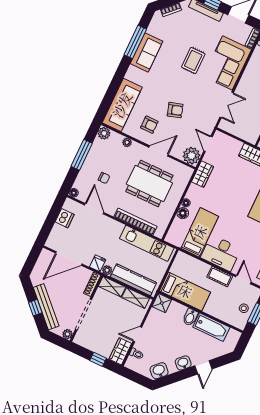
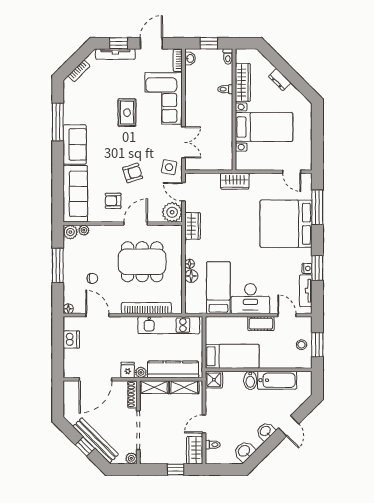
sofa: (147, 52) -> (75, 144), moved
side table: (206, 119) -> (169, 167), added
armchair: (149, 125) -> (113, 201), turned 180
plant: (127, 142) -> (84, 230), moved

